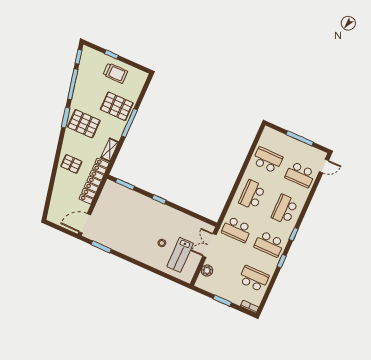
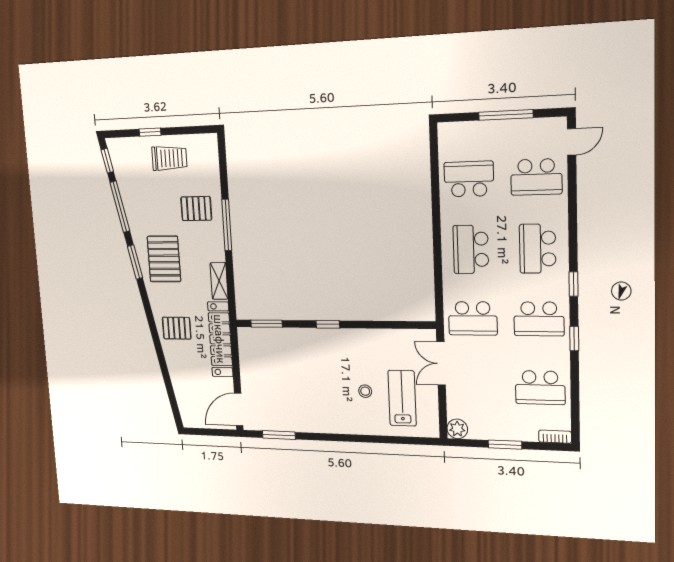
pallet: (117, 106) -> (196, 209), width x0.67, depth x0.71
pallet: (84, 124) -> (164, 259), turned 90
lab bench: (180, 255) -> (402, 398), turned 180
plant: (207, 270) -> (457, 429), moved
school desk: (254, 279) -> (540, 388), turned 180

